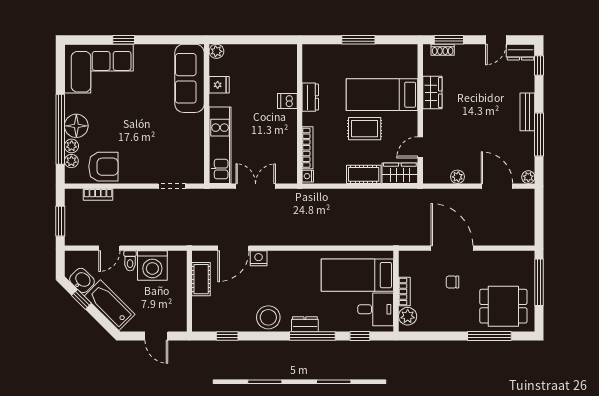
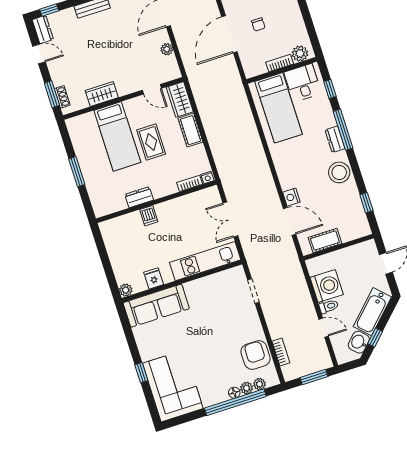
floor lamp: (76, 126) -> (234, 393), width x0.53, depth x0.53
bookcase: (308, 148) -> (190, 183), width x0.64

